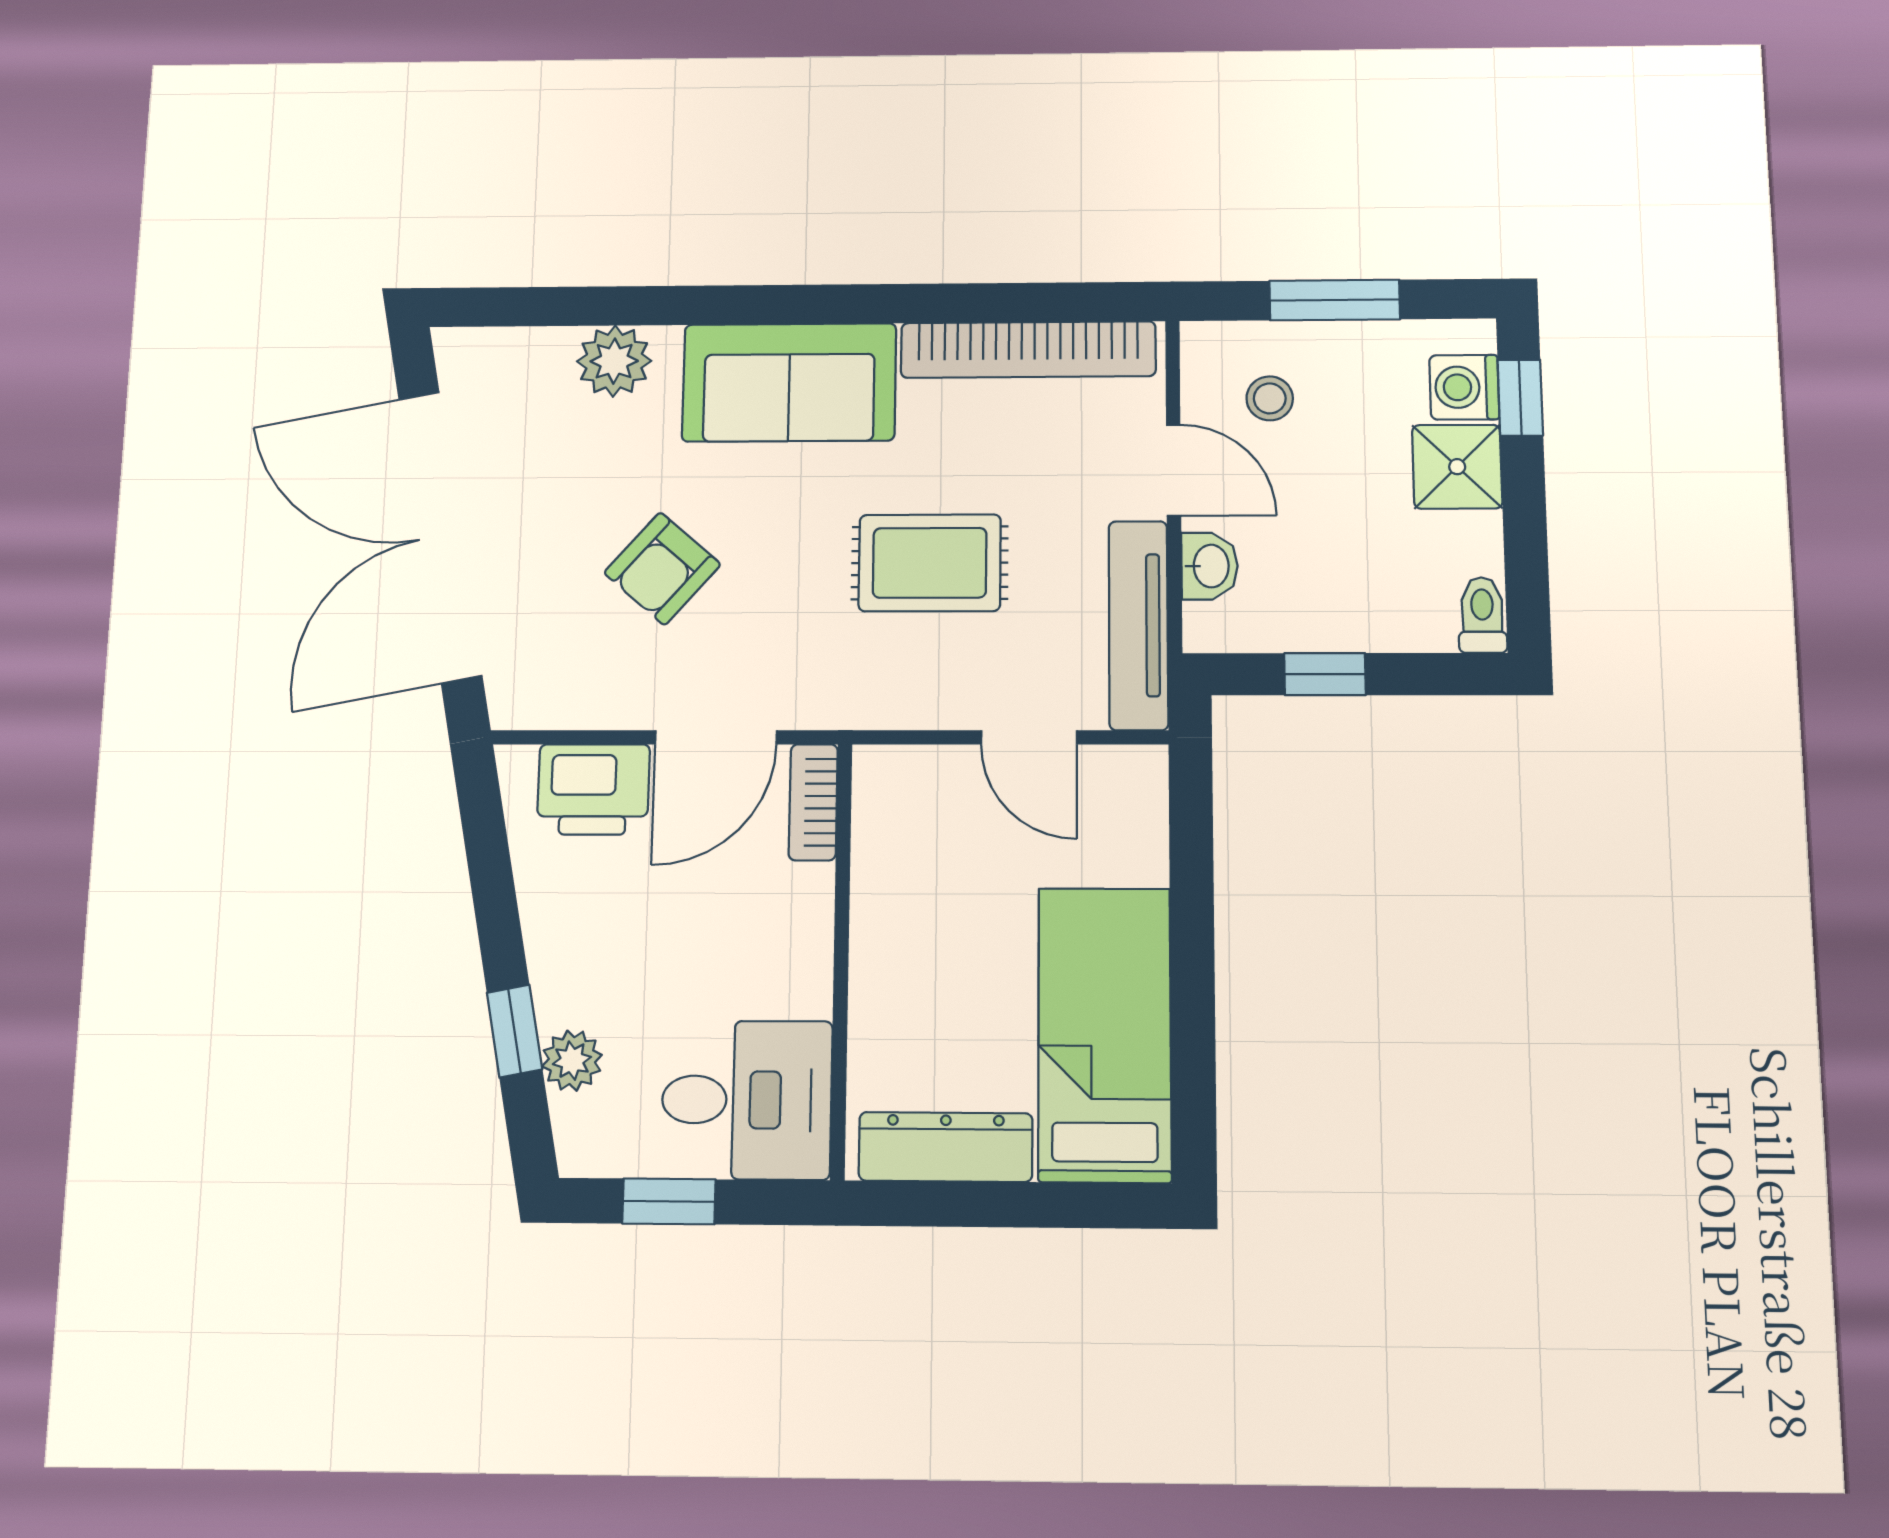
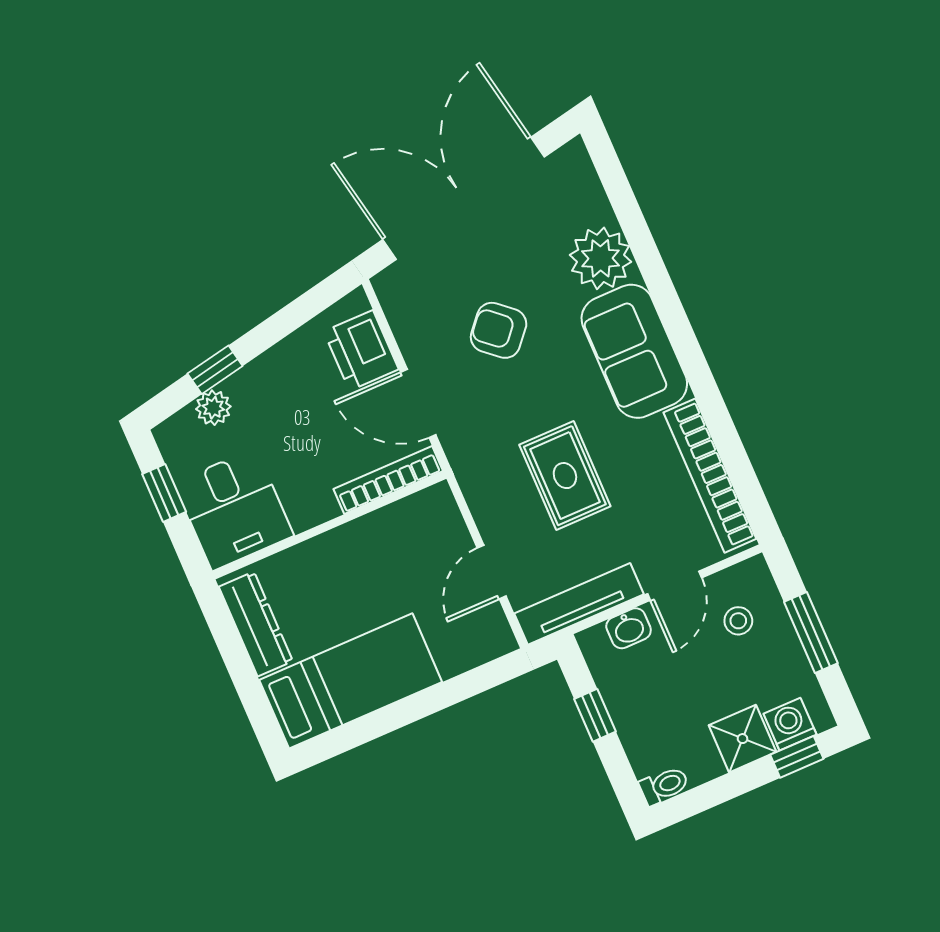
plant: (614, 361) -> (600, 258), width x1.36, depth x1.36
bookcase: (813, 802) -> (388, 480), width x1.56

